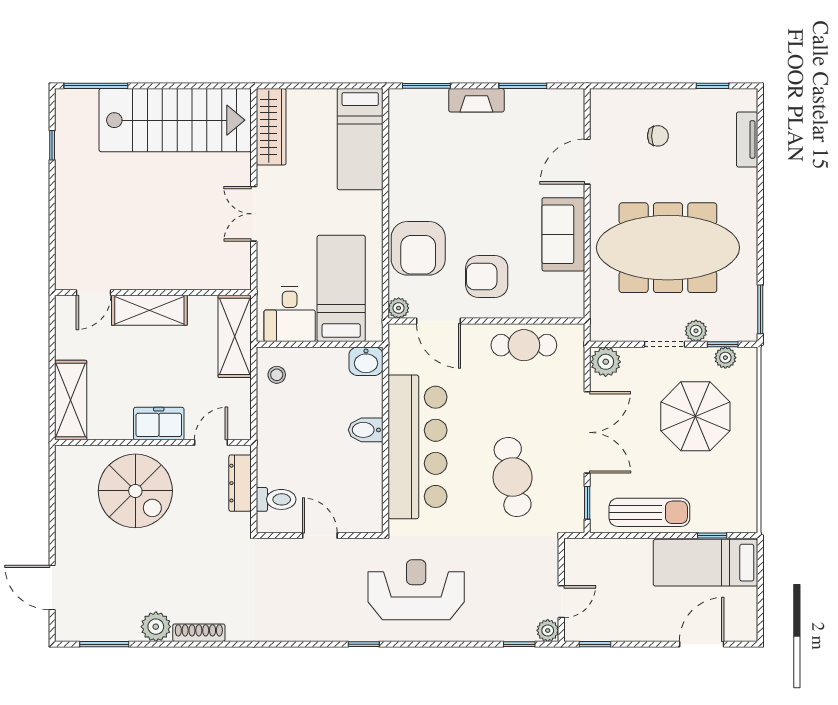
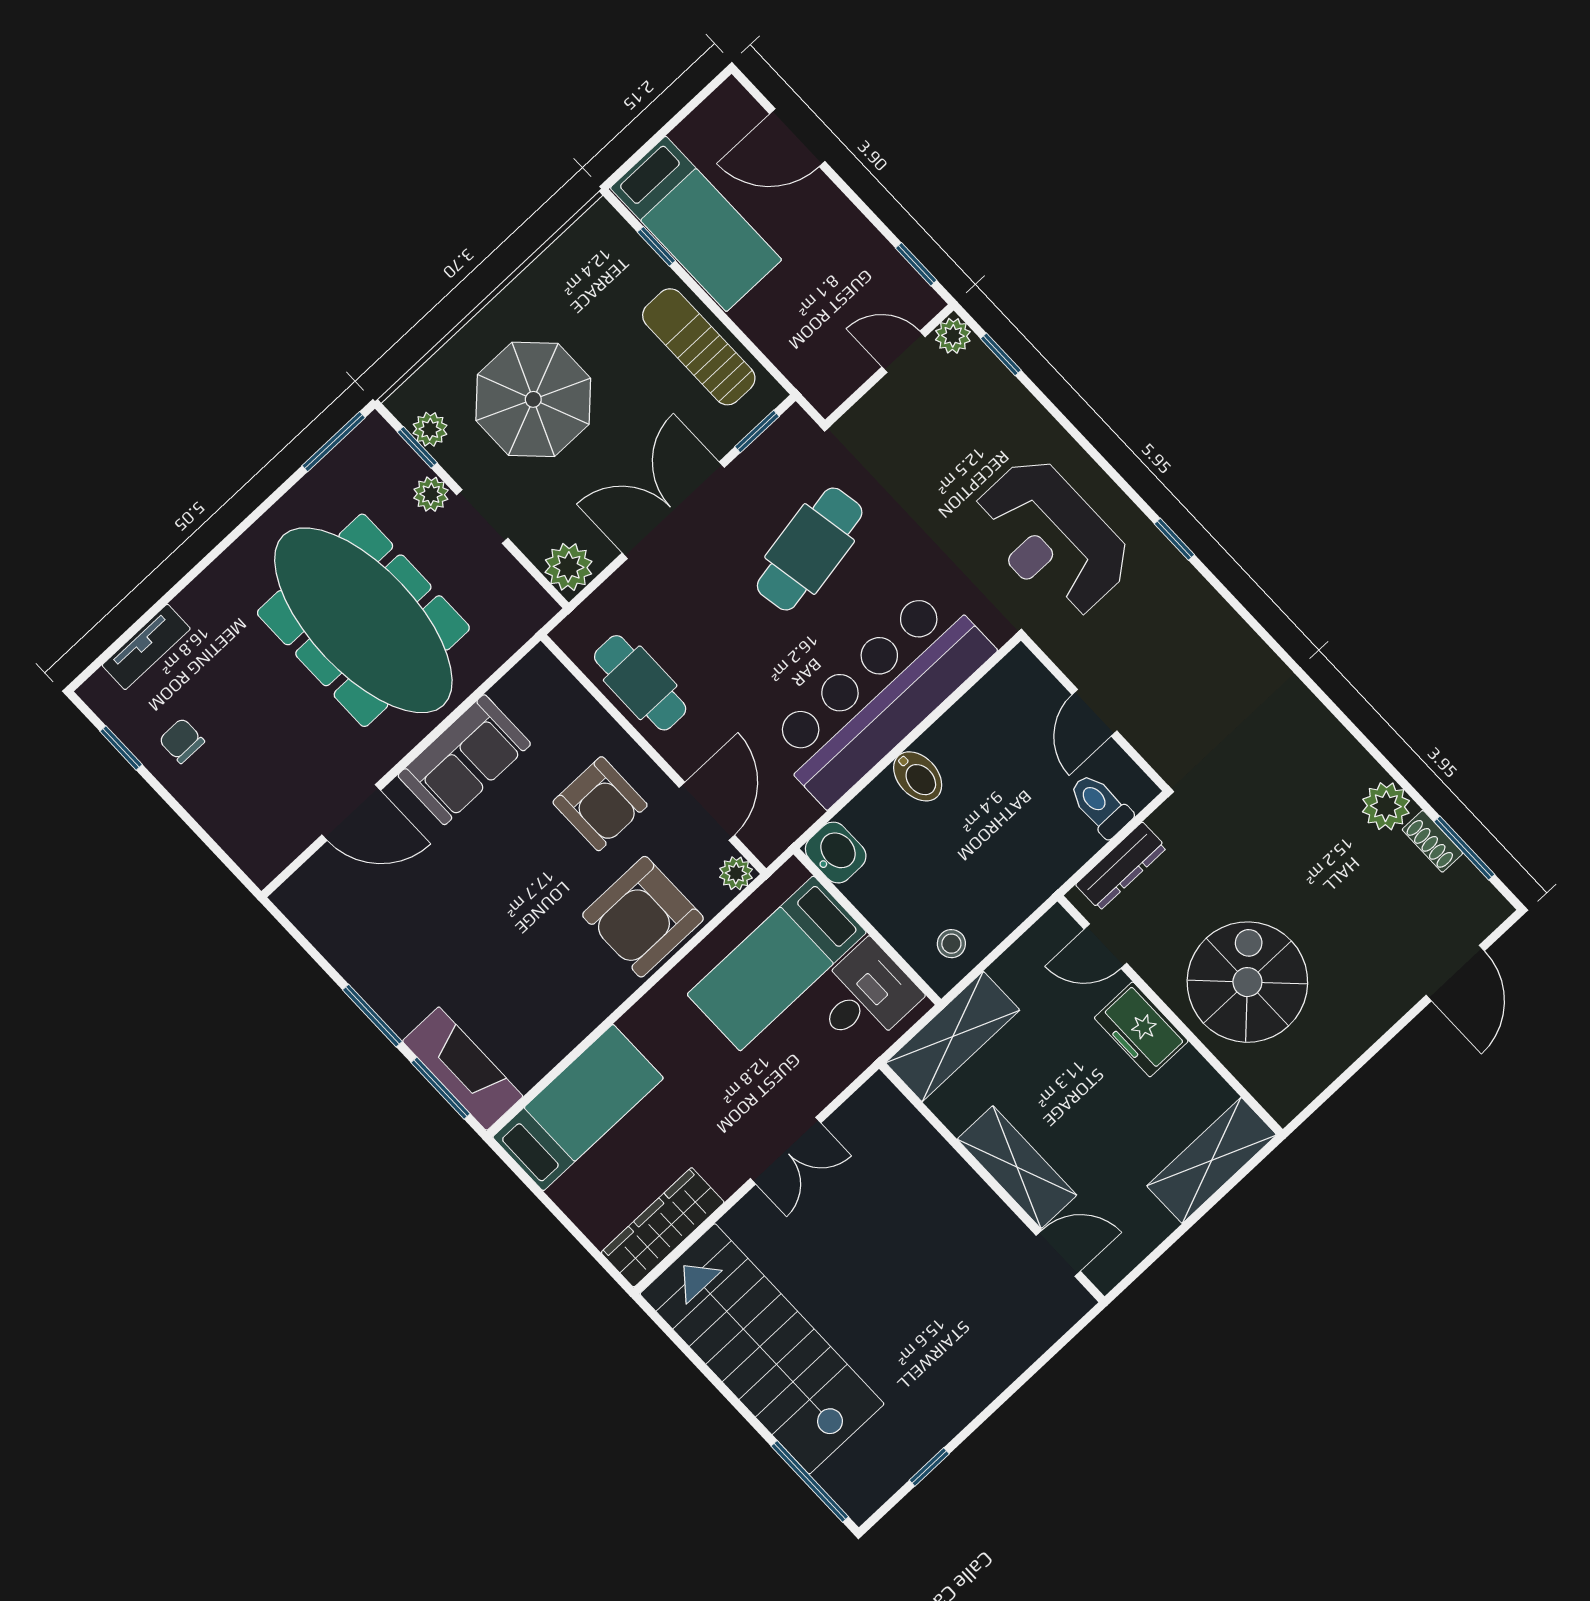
window: (523, 86) -> (372, 1016), moved
fireplace: (476, 100) -> (463, 1069), moved, width x1.37, depth x1.32
chair: (658, 136) -> (182, 741), moved
armchair: (418, 248) -> (643, 917), turned 180
shoe rack: (199, 633) -> (1432, 841), moved, width x0.70

